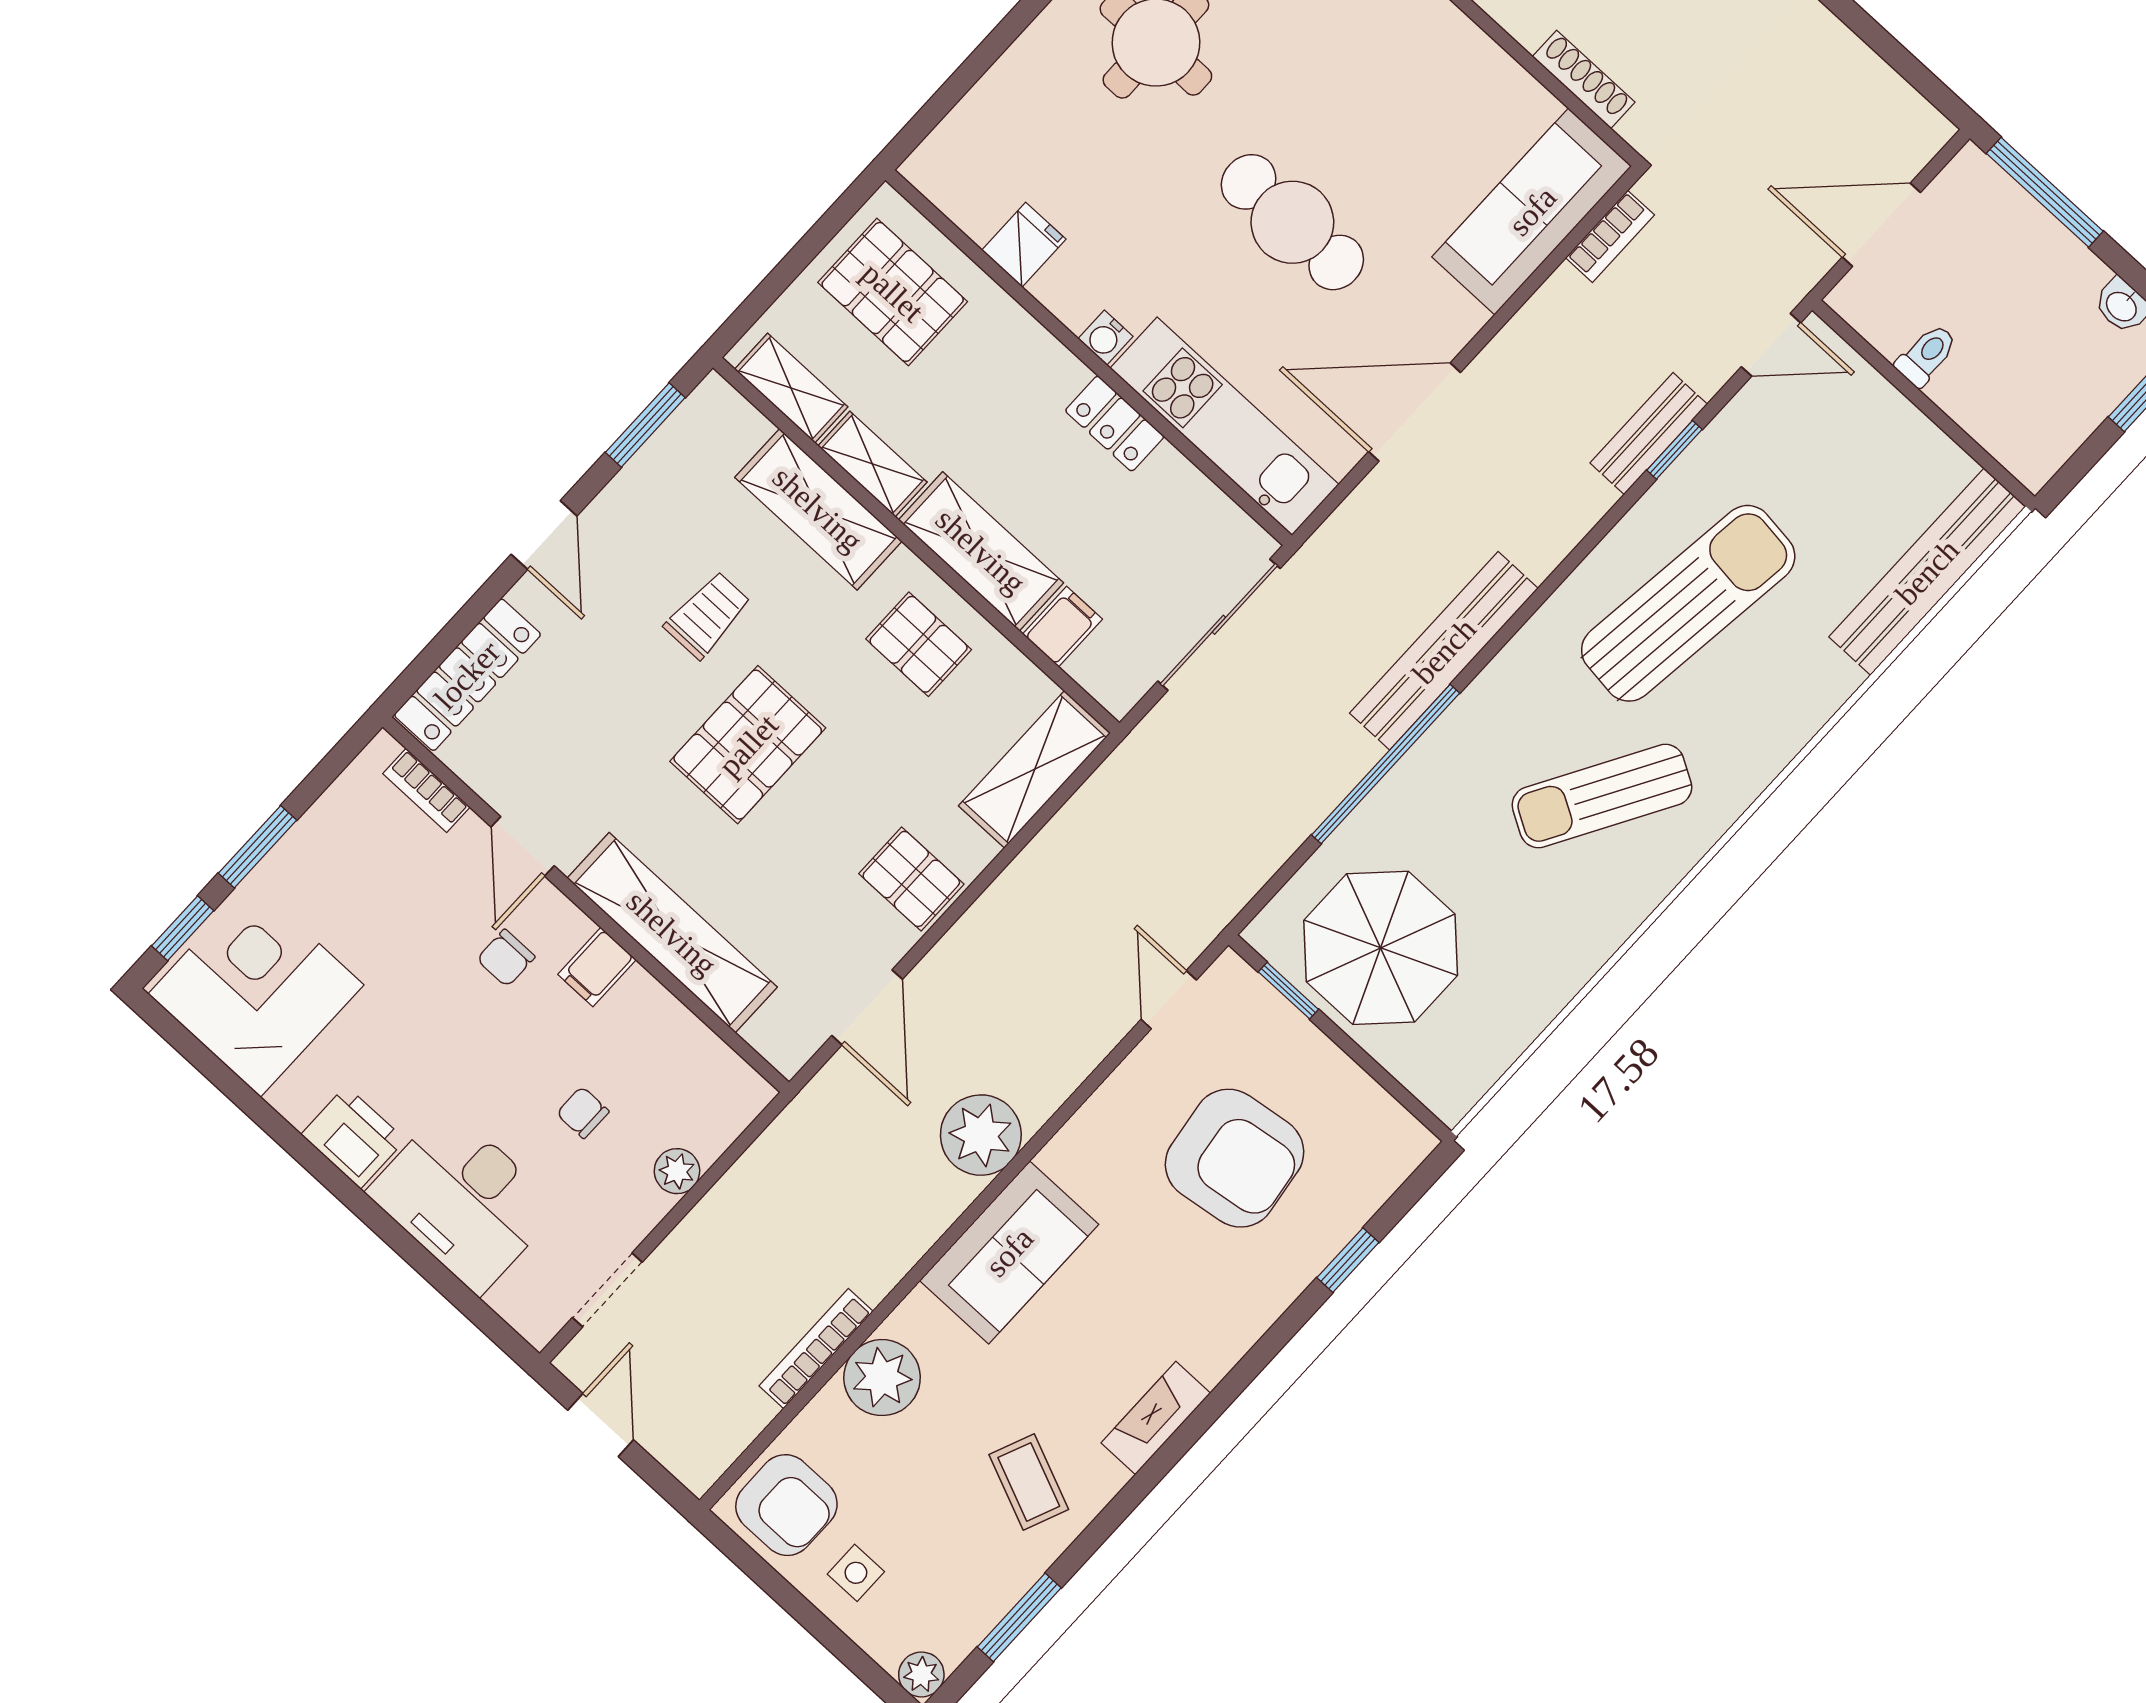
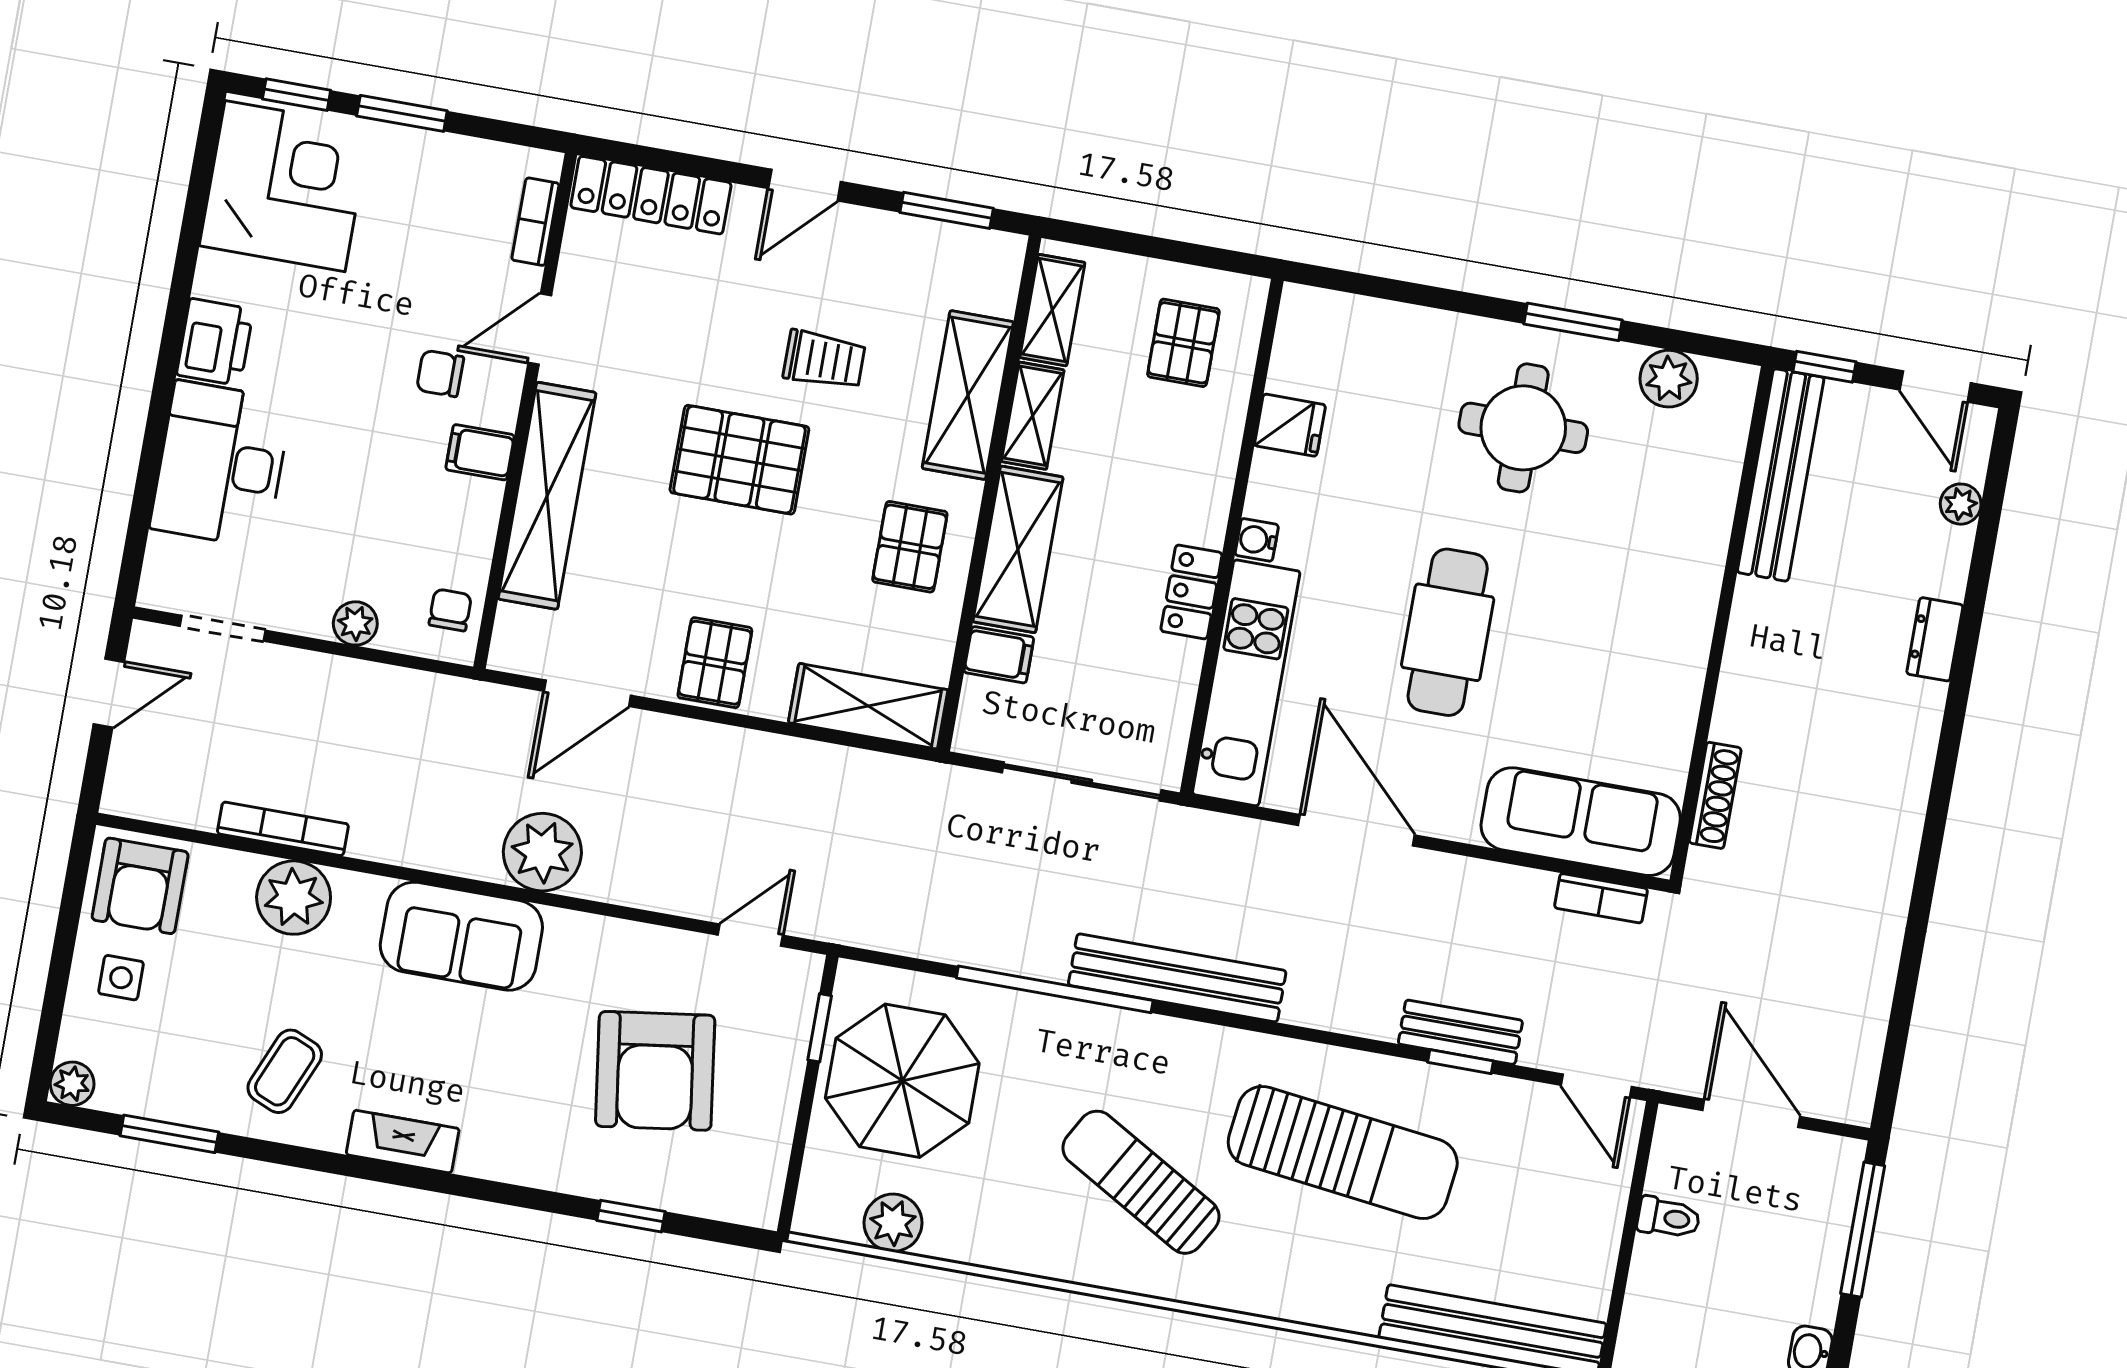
pallet: (893, 292) -> (1183, 343), width x0.67, depth x0.71
plant: (1499, 1035) -> (893, 1223), added
chair: (583, 1112) -> (450, 610), moved

